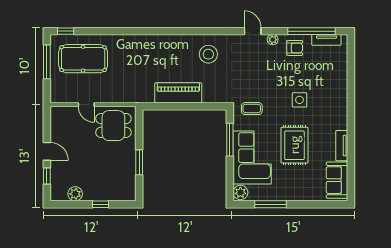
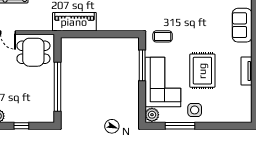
piano: (178, 93) -> (74, 22), moved
side table: (299, 100) -> (195, 110), moved
window: (139, 162) -> (57, 87), width x2.11
sofa: (337, 180) -> (242, 25), moved

